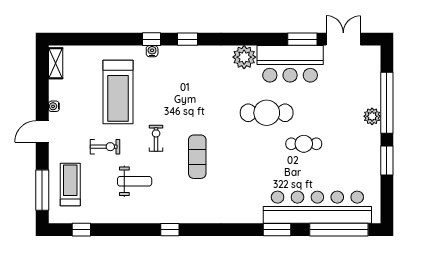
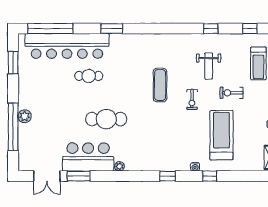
window: (151, 39) -> (210, 176), moved
plant: (244, 57) -> (119, 166), width x0.53, depth x0.53
cafe table: (304, 144) -> (89, 76), moved
window: (387, 160) -> (13, 63), moved
weight bench: (135, 181) -> (209, 66), turned -90
window: (170, 230) -> (211, 29), moved
window: (277, 230) -> (112, 29), moved

